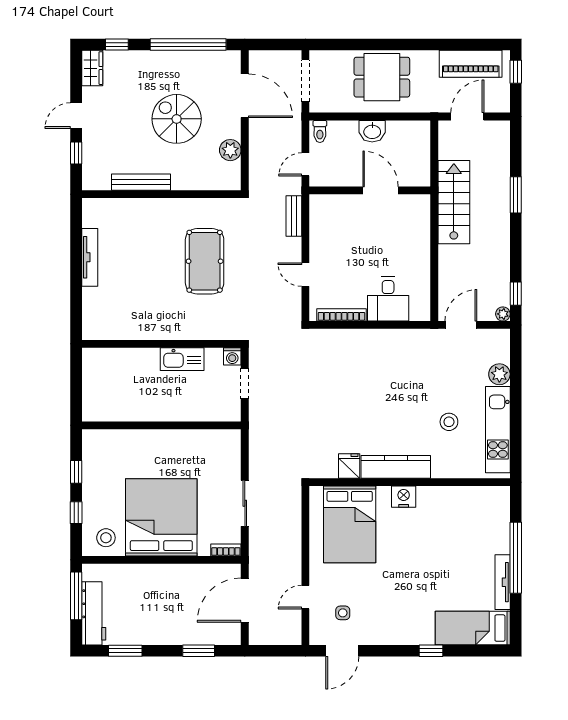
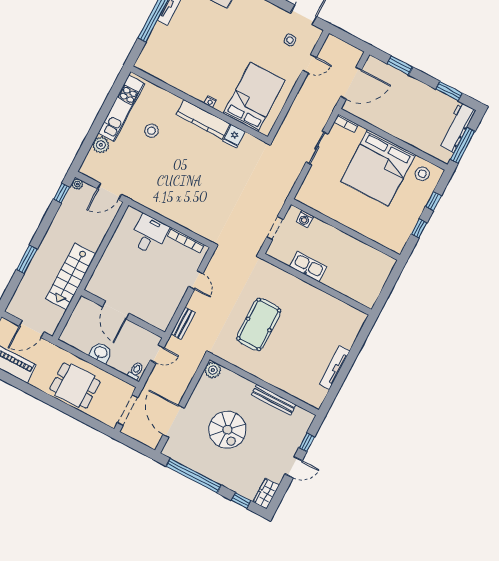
plant: (230, 150) -> (213, 370), moved
washing machine: (232, 356) -> (305, 219), moved, turned 180
nightstand: (404, 497) -> (210, 102), width x0.53, depth x0.56

